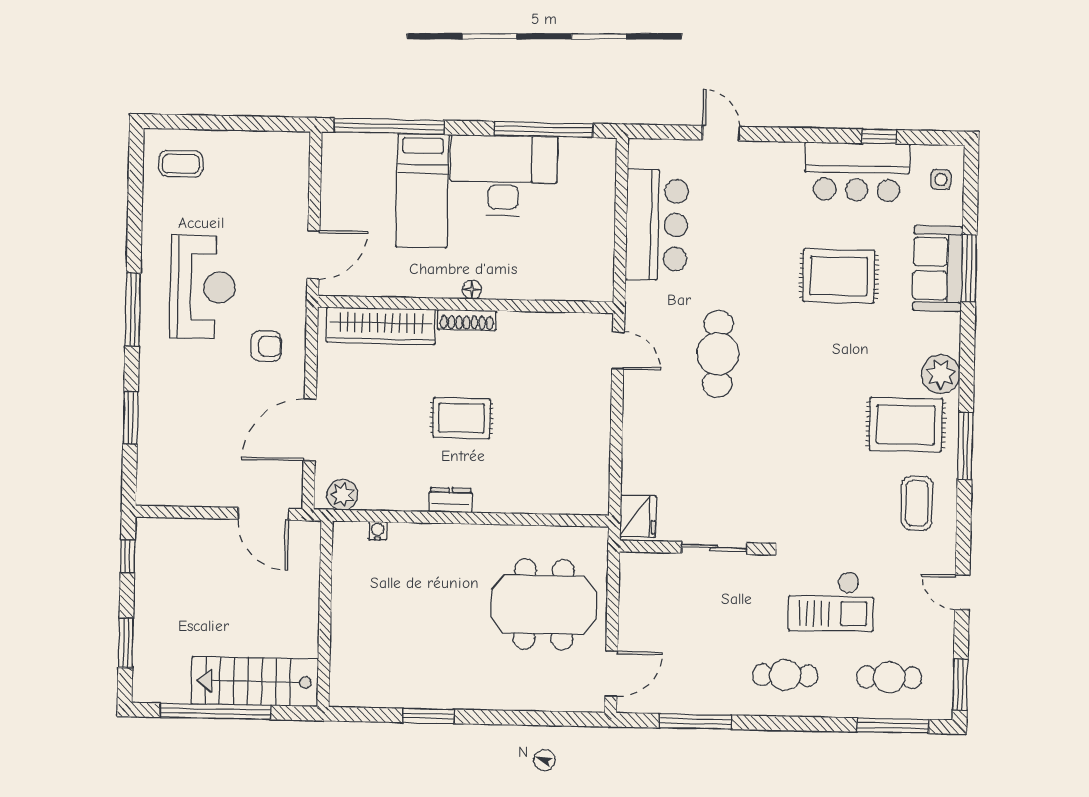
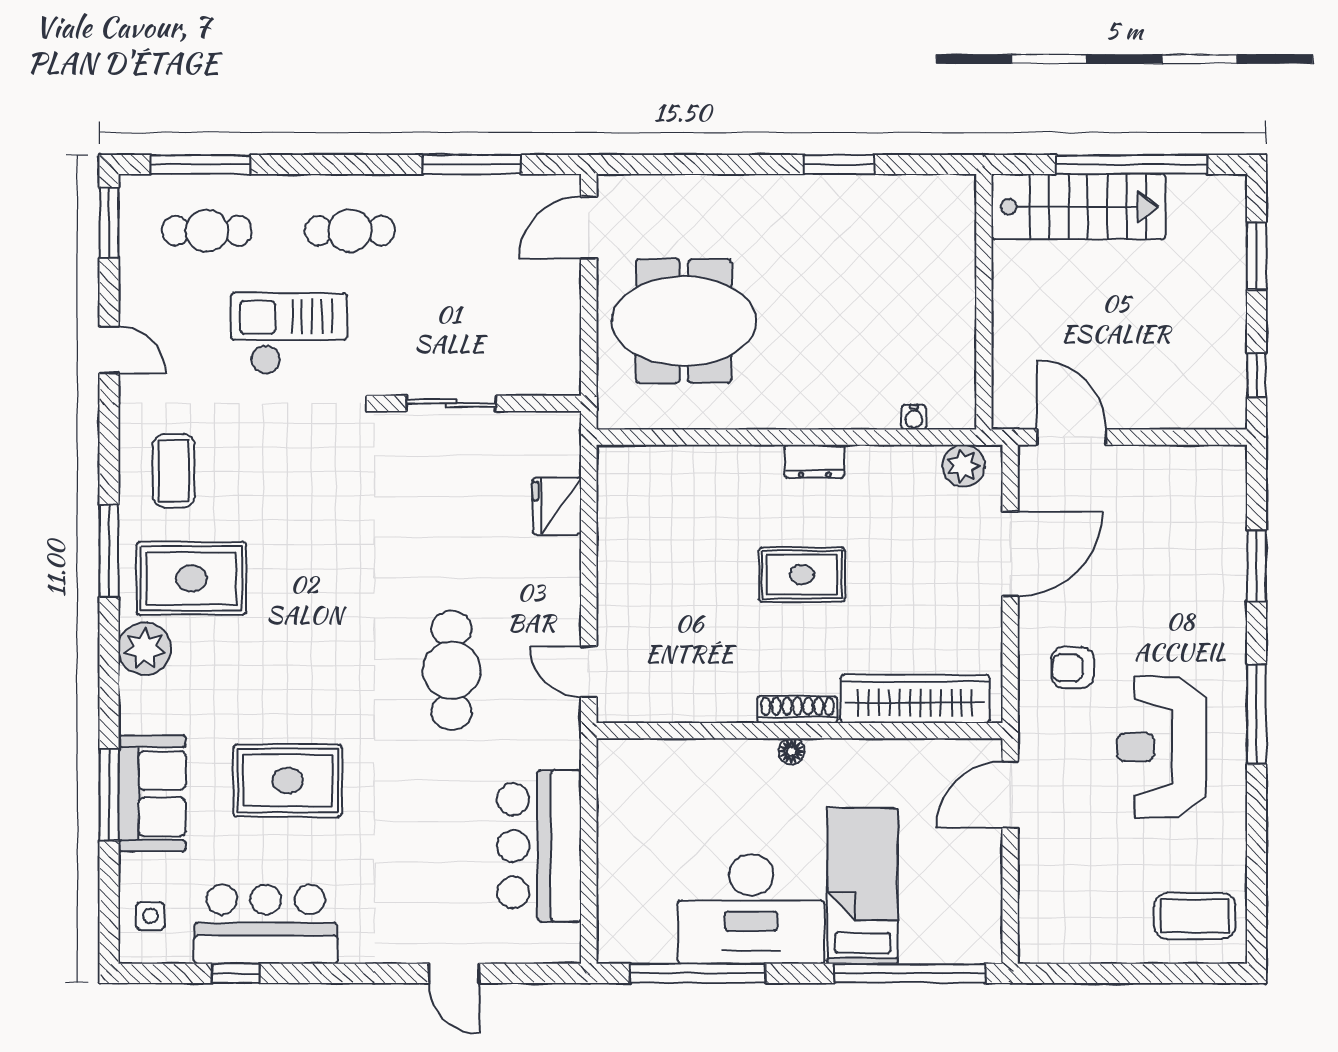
coffee table: (181, 164) -> (1195, 916), width x1.36, depth x1.30
fridge: (638, 516) -> (557, 506), moved

